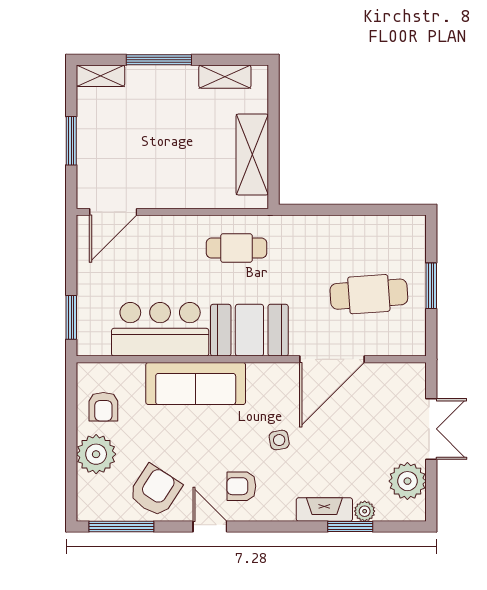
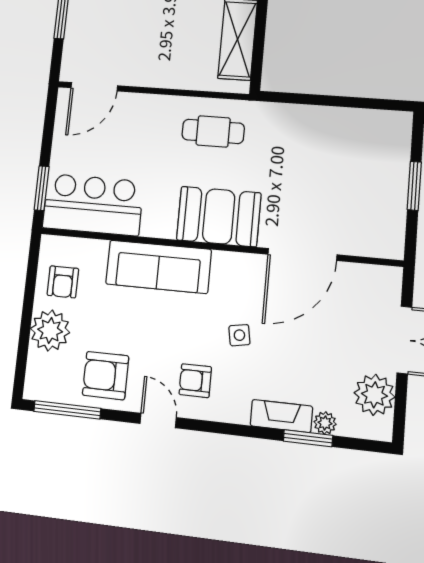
cafe table: (369, 294) -> (347, 189), removed
bar counter: (160, 329) -> (93, 205), moved
armchair: (155, 491) -> (106, 376), turned -123

